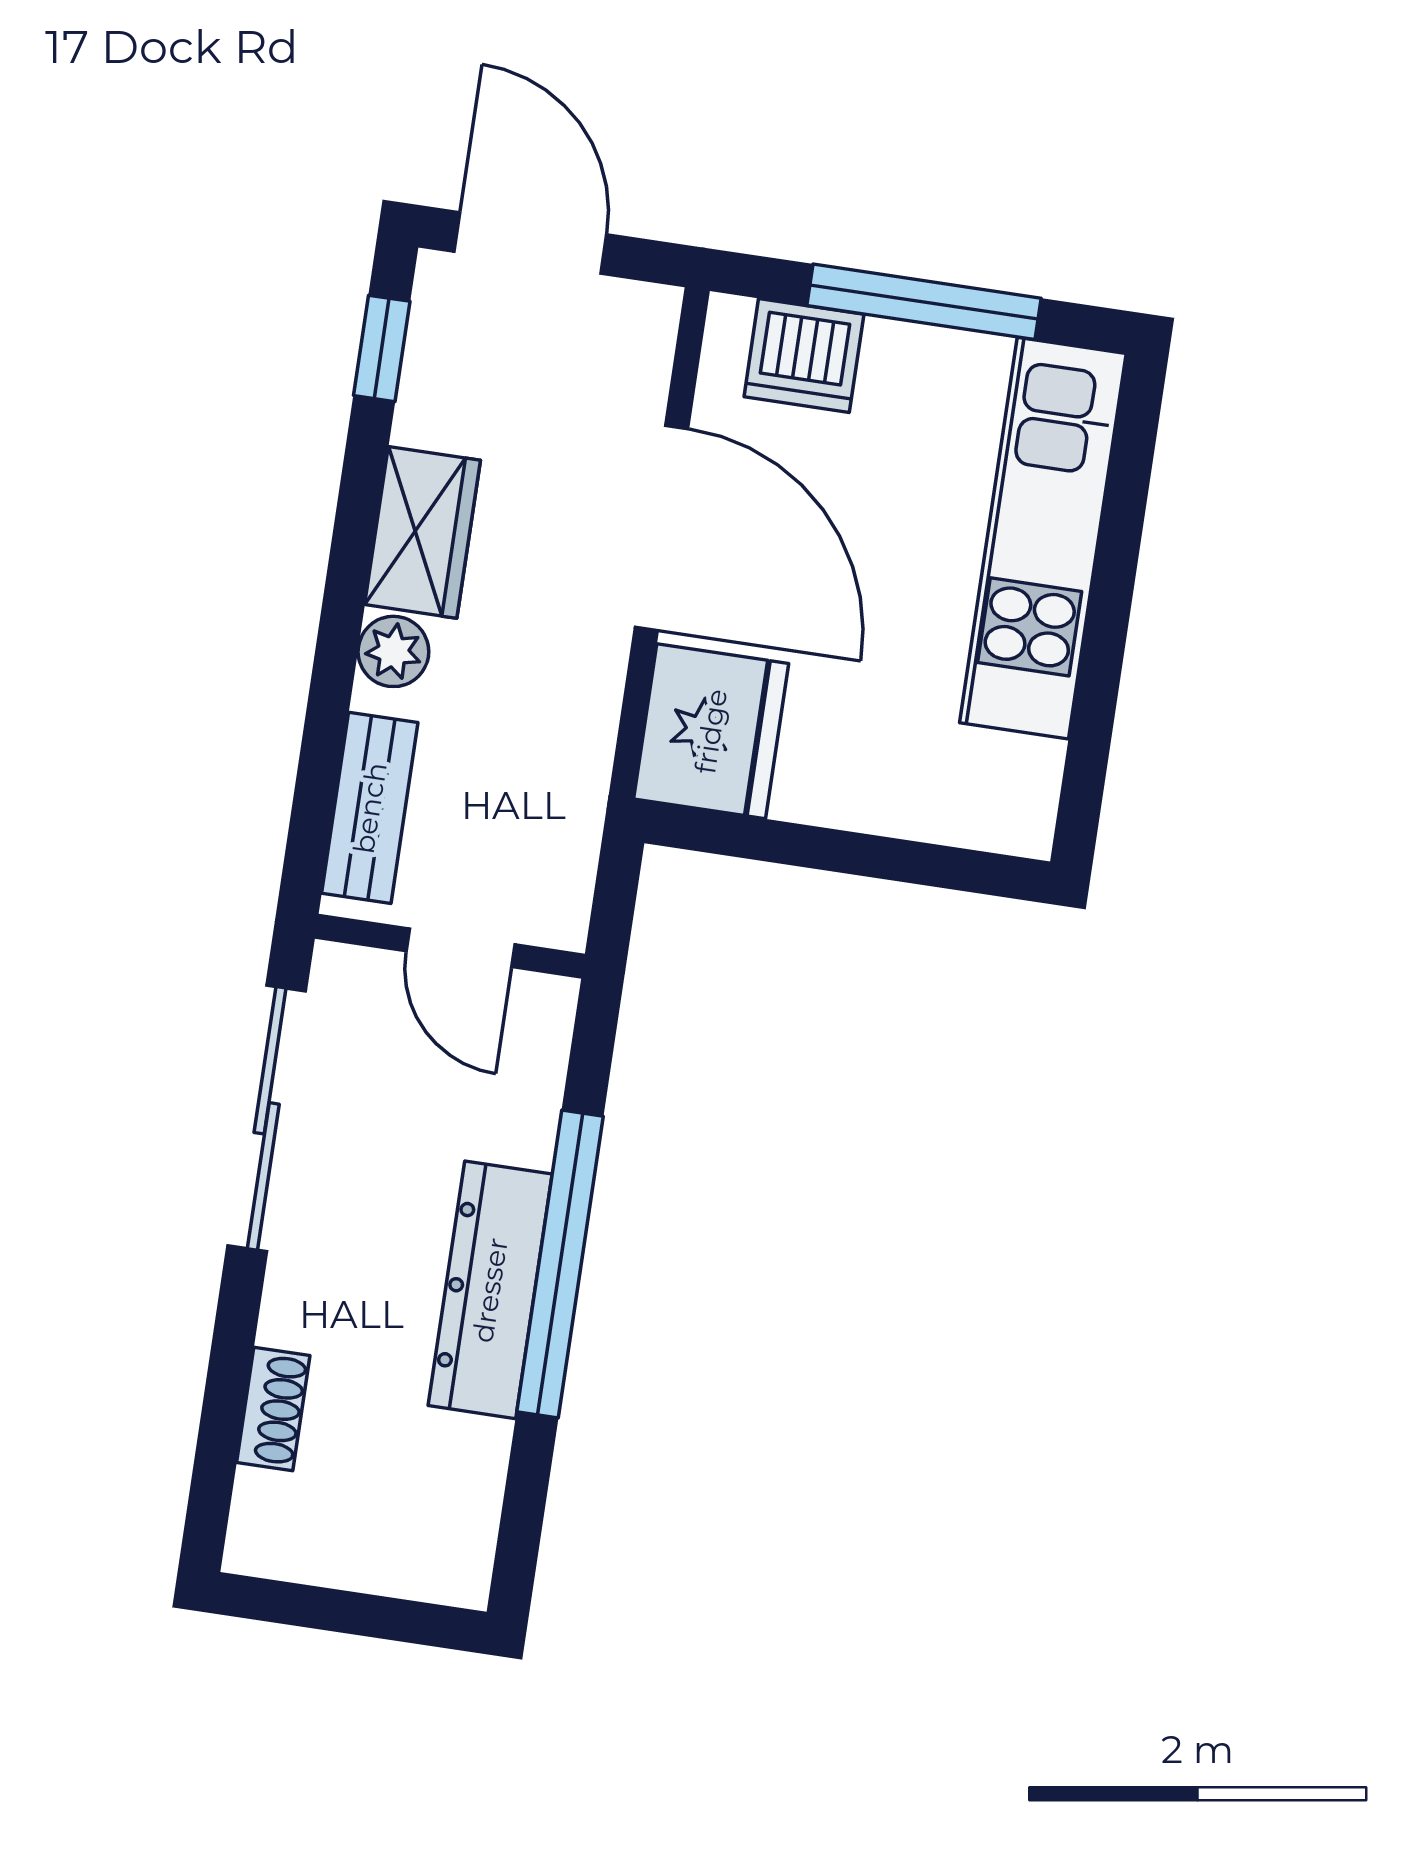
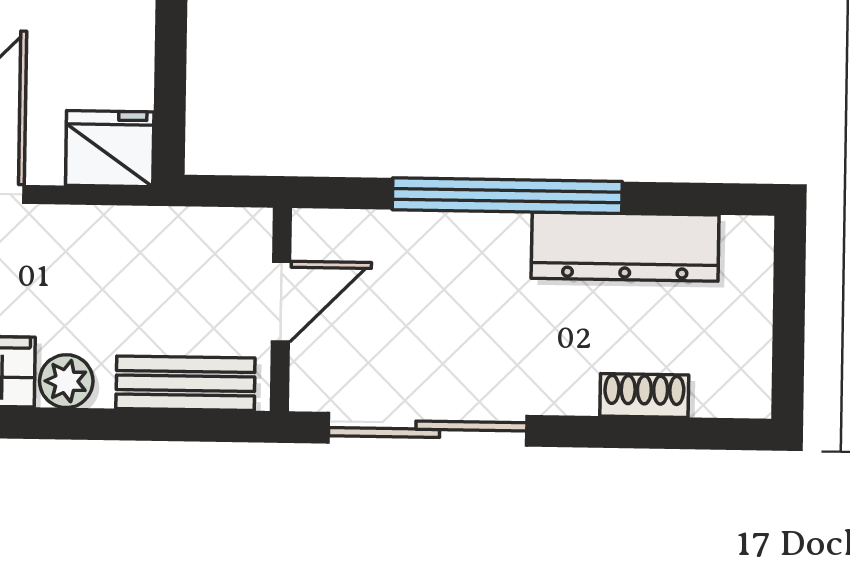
fridge: (711, 731) -> (110, 149), width x0.73, depth x0.75
dresser: (490, 1290) -> (625, 247), moved

